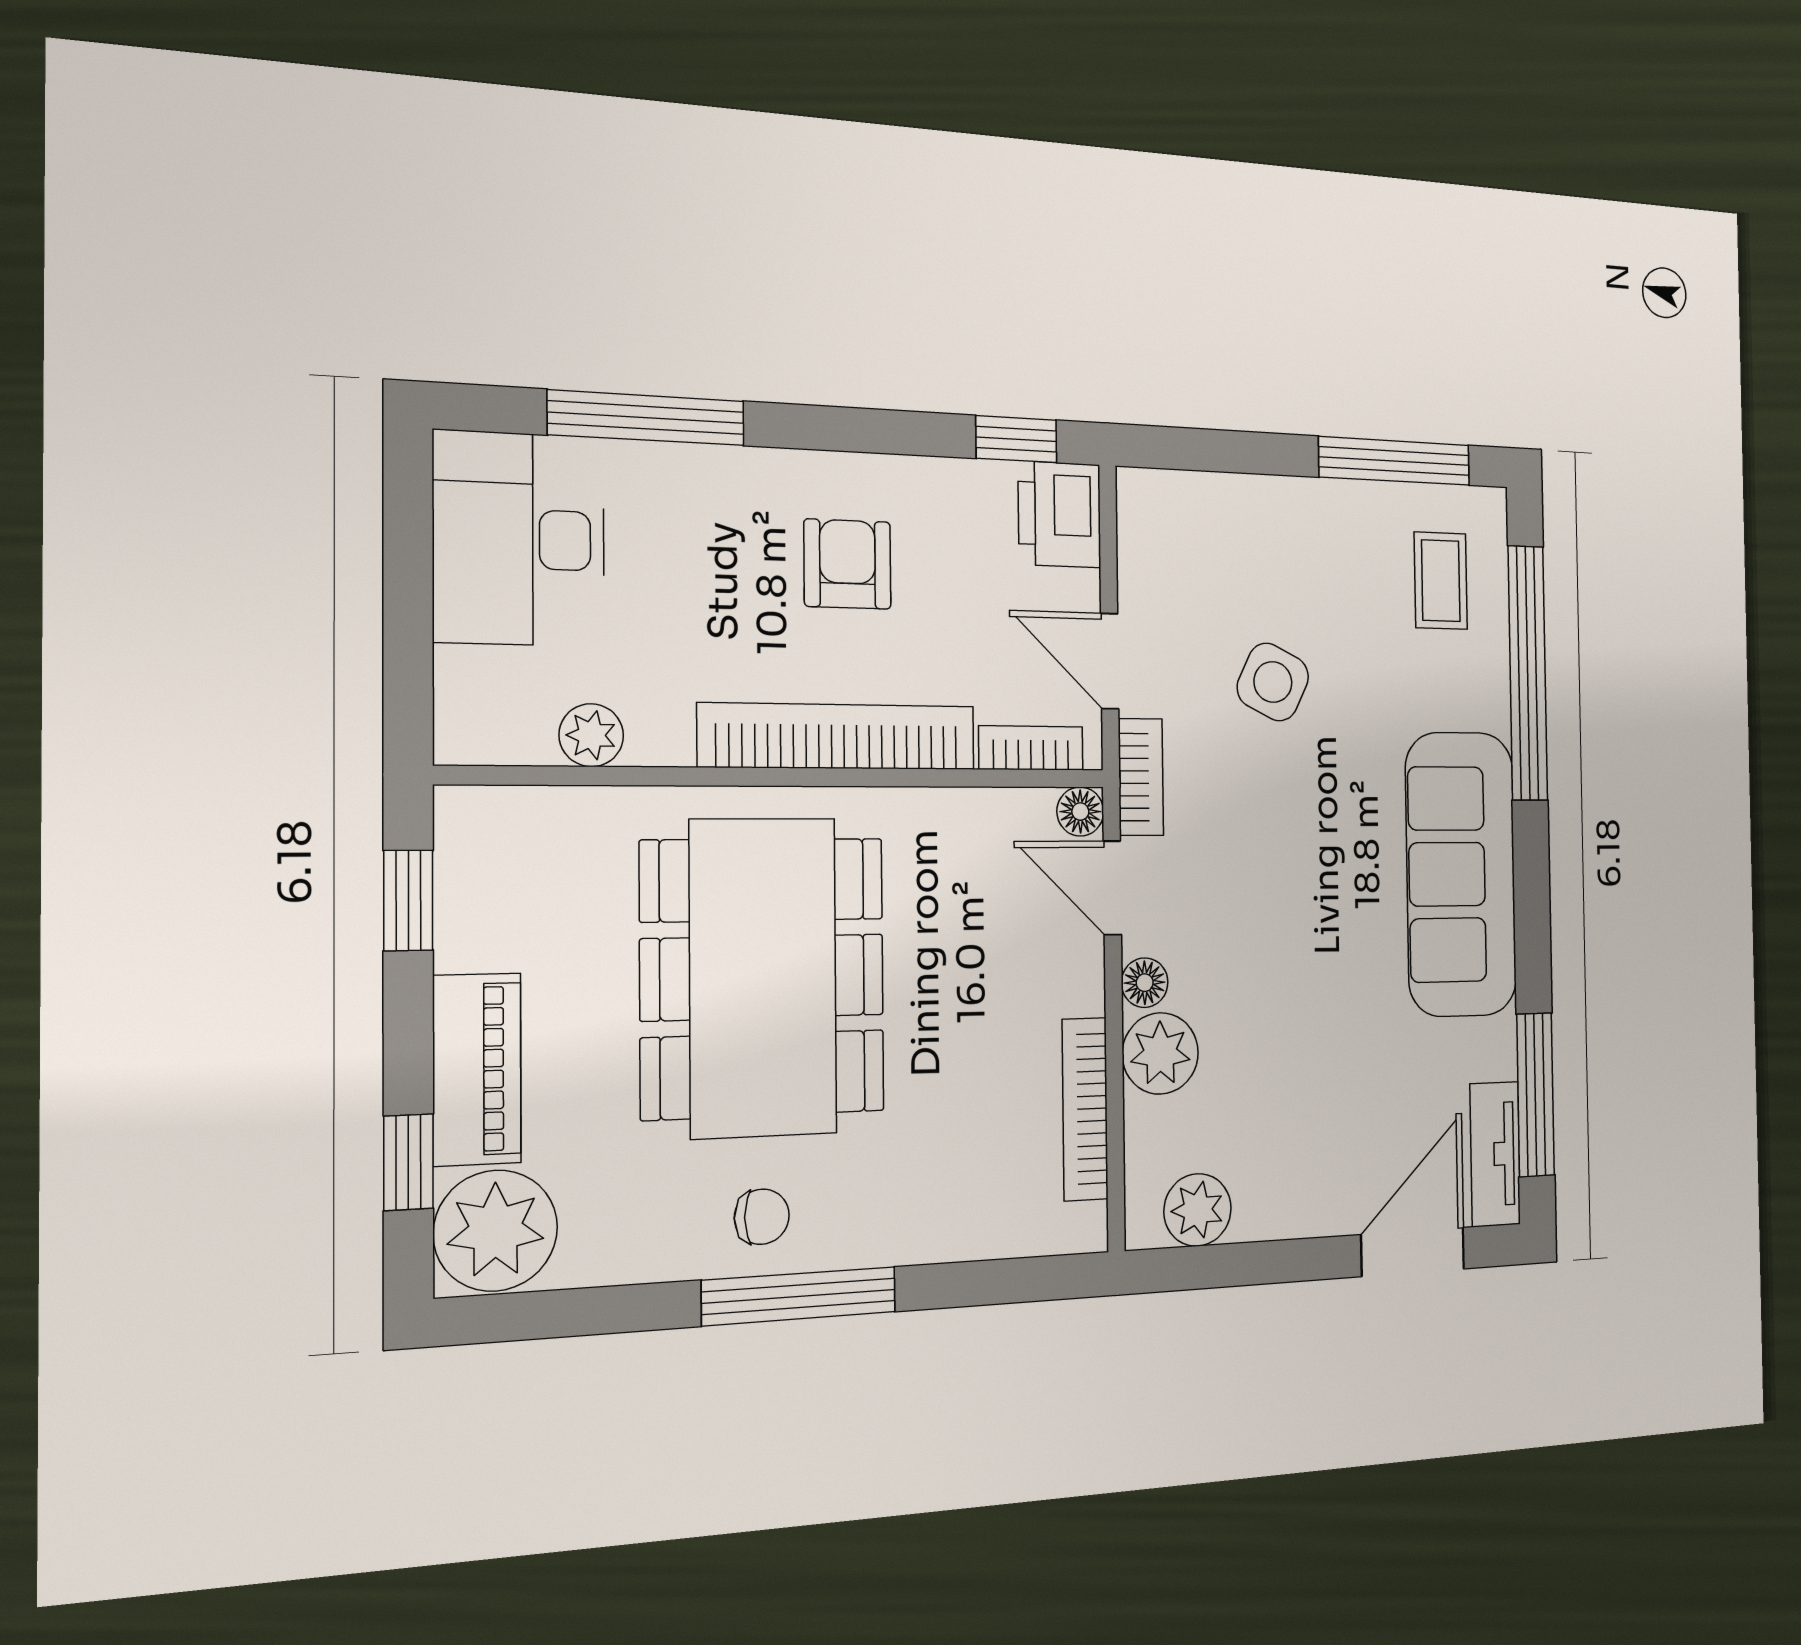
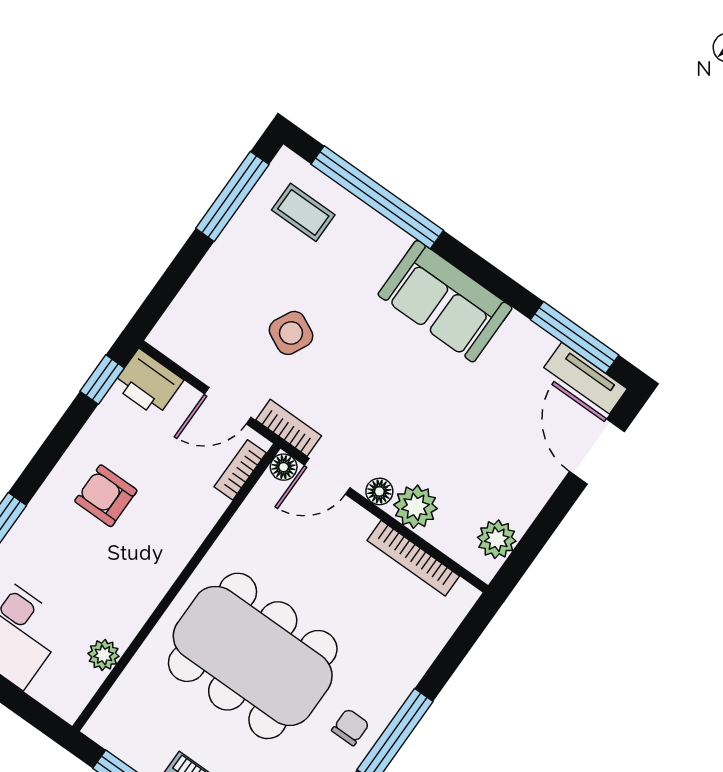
bookcase: (838, 736) -> (175, 552), removed
sofa: (1461, 874) -> (445, 301), width x0.73

